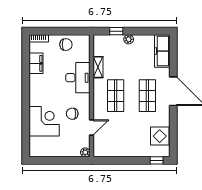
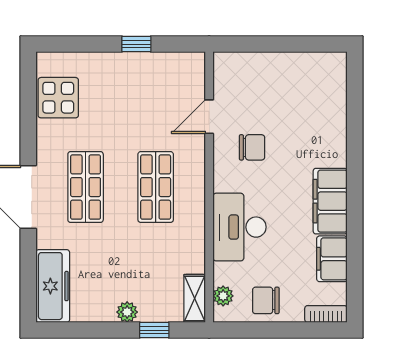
shelving: (98, 67) -> (195, 298), moved
filing cabinet: (37, 89) -> (330, 201), added
corner desk: (44, 121) -> (314, 131), removed
plant: (85, 152) -> (223, 296), moved
window: (157, 160) -> (136, 44), moved

